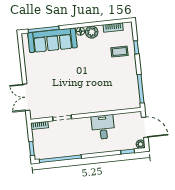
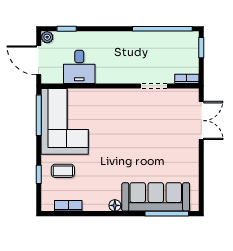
plant: (92, 32) -> (99, 203), removed
corner sofa: (122, 86) -> (65, 121), added
desk: (103, 127) -> (79, 67), moved

